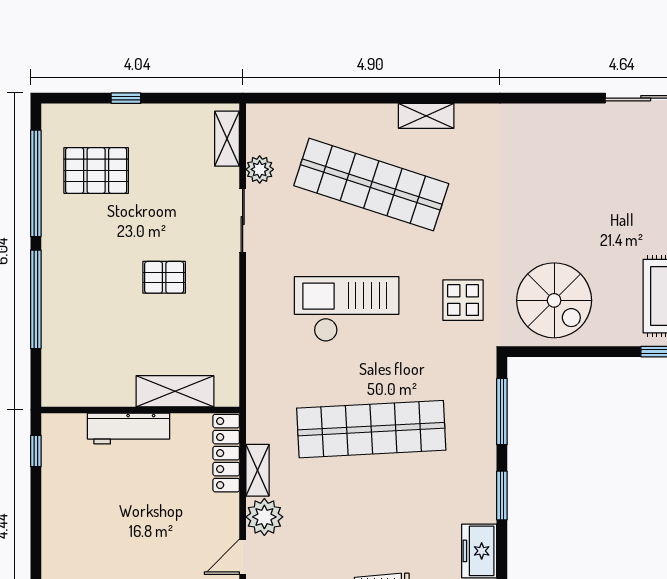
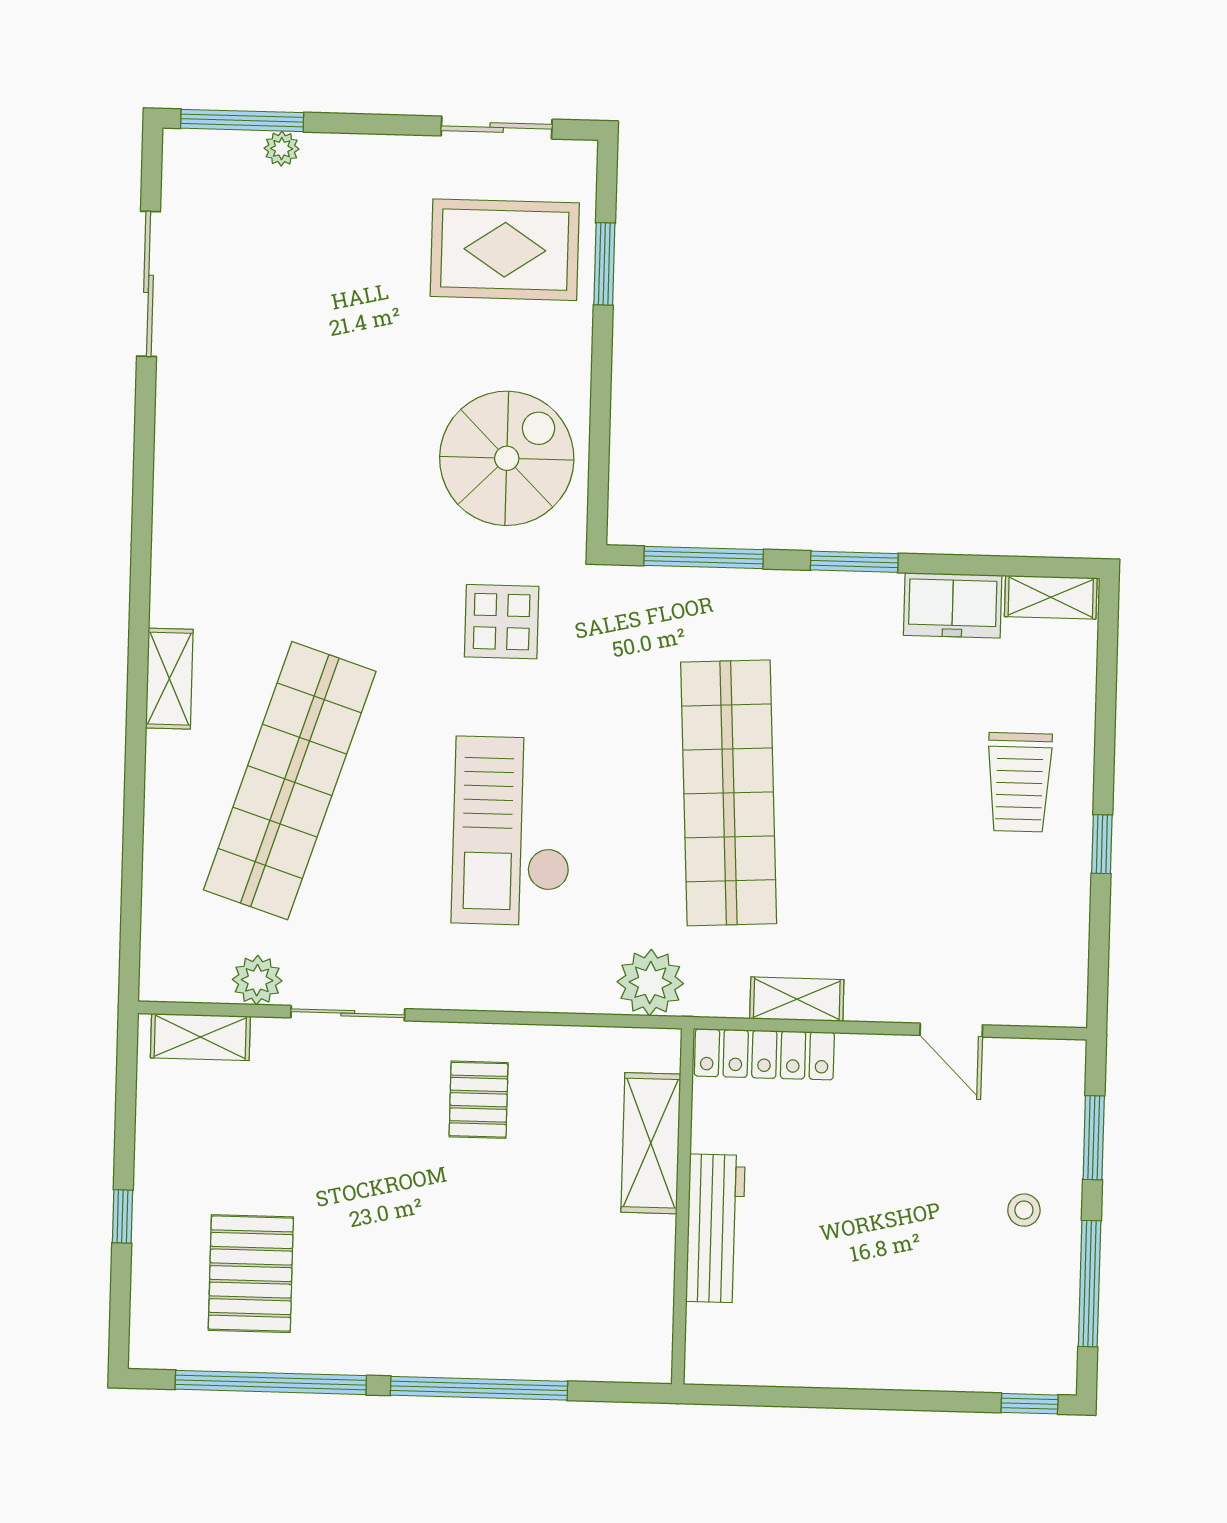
pallet: (164, 277) -> (479, 1100), moved
window: (36, 451) -> (751, 1396), removed
plant: (264, 517) -> (650, 983), moved

